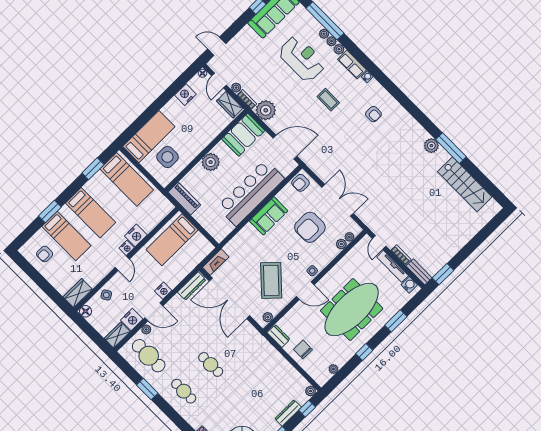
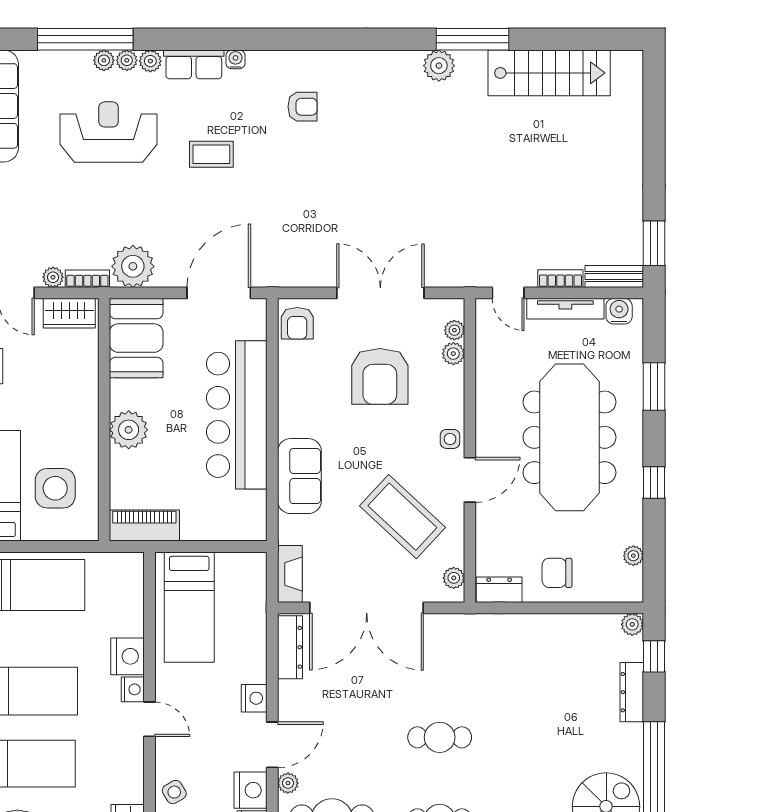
sofa: (269, 216) -> (299, 476), moved

